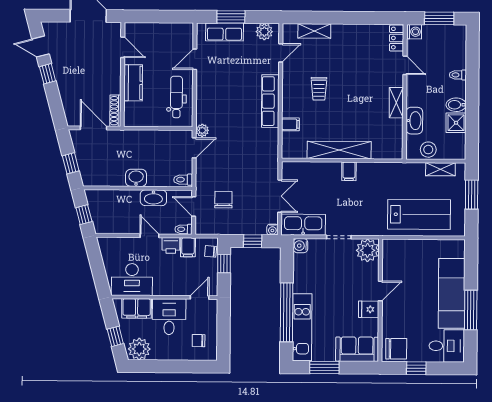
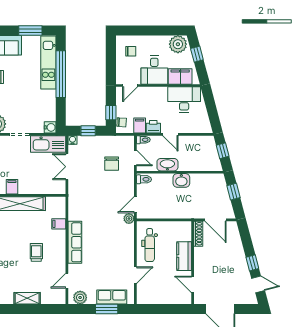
shelving: (314, 31) -> (27, 298), moved

